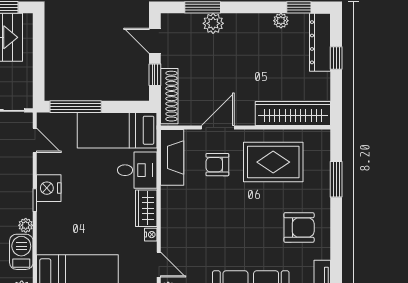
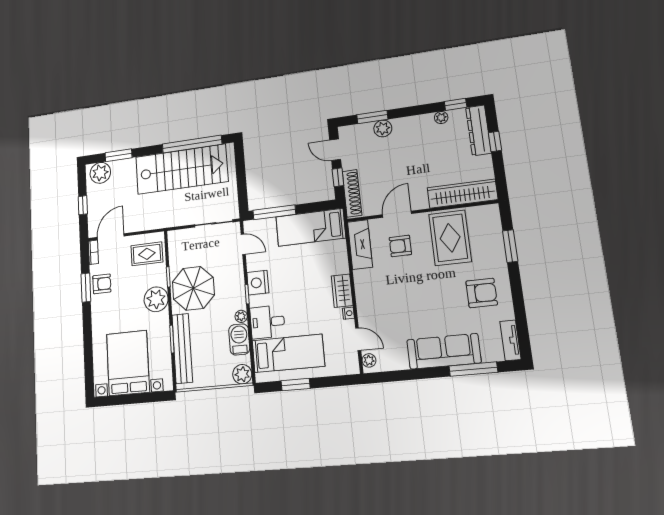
rug: (273, 162) -> (450, 238), turned 90
desk: (137, 170) -> (267, 322), moved, turned 180

